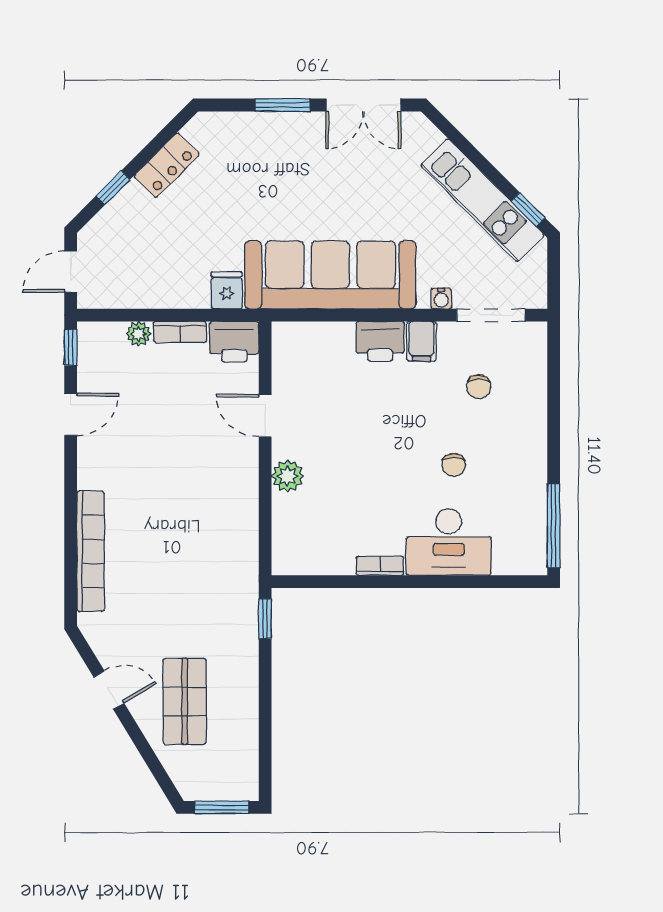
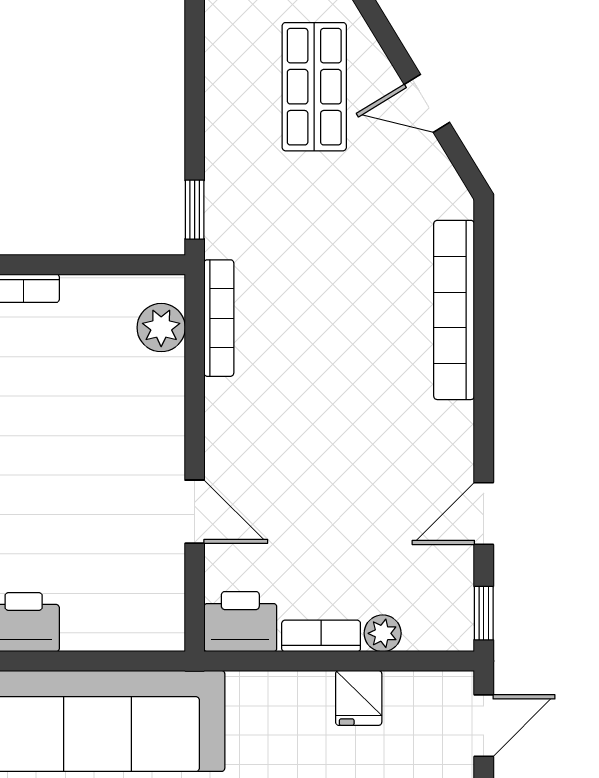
fridge: (227, 290) -> (359, 698), moved
plant: (288, 476) -> (161, 328), moved
bookcase: (249, 546) -> (219, 318), added

